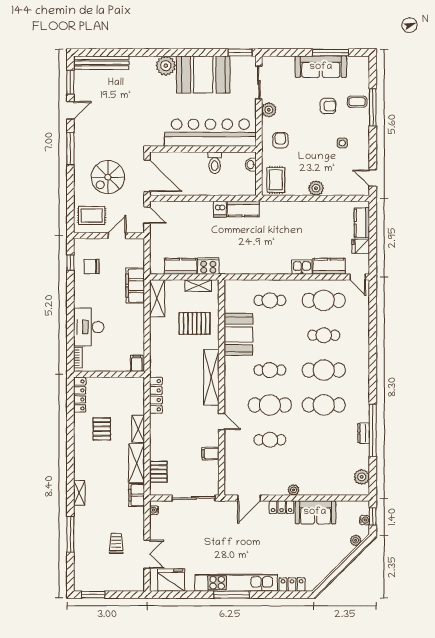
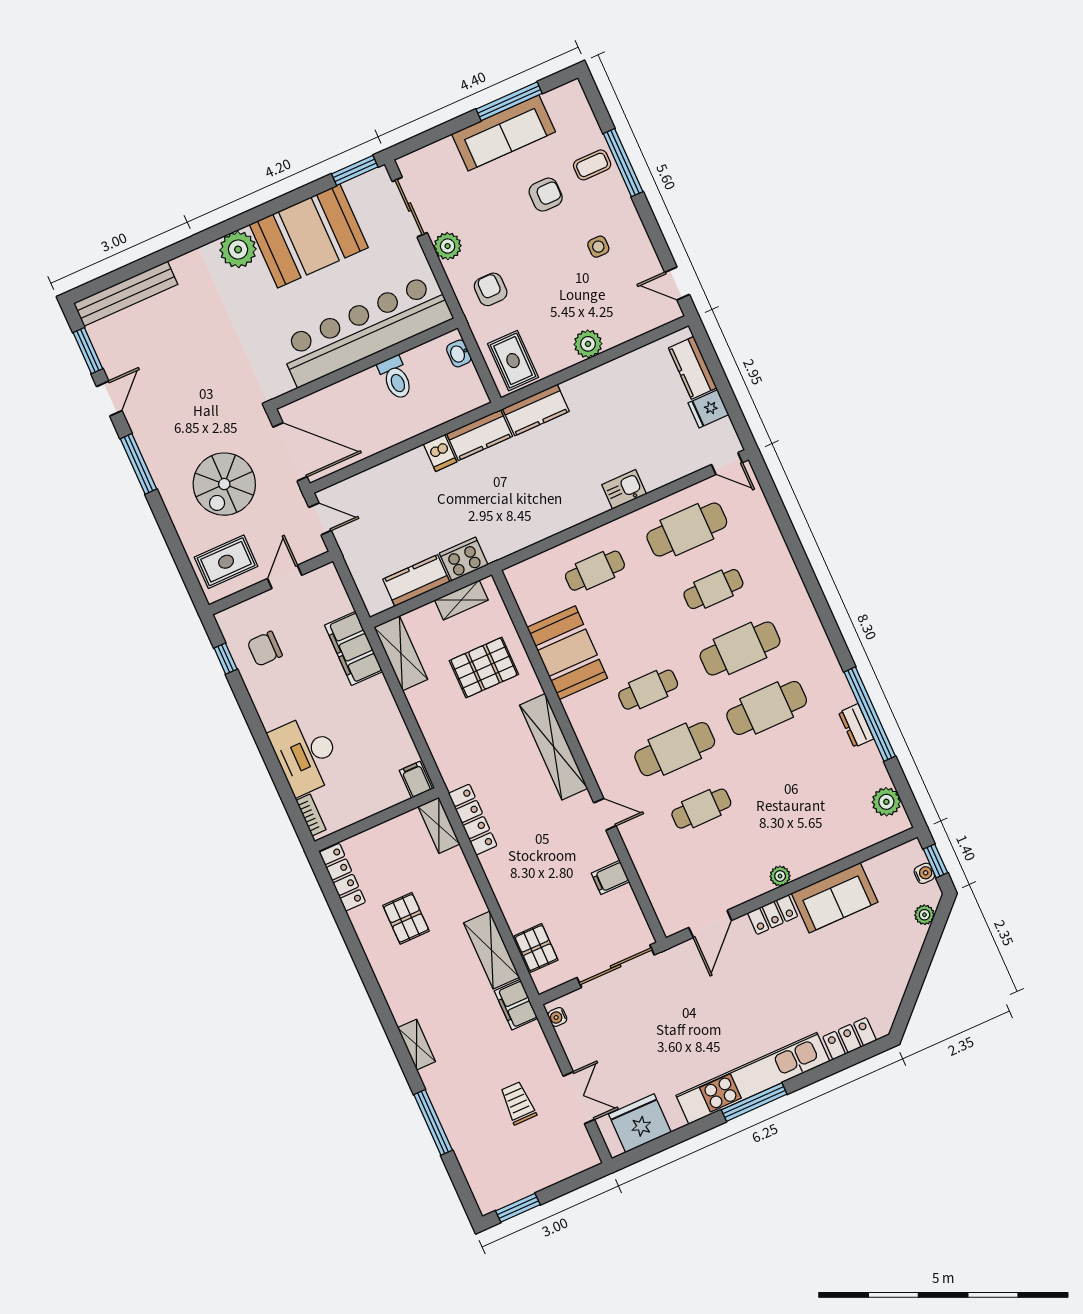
kitchen counter: (329, 266) -> (536, 410), moved, turned 180
shelving: (138, 429) -> (439, 825), moved

